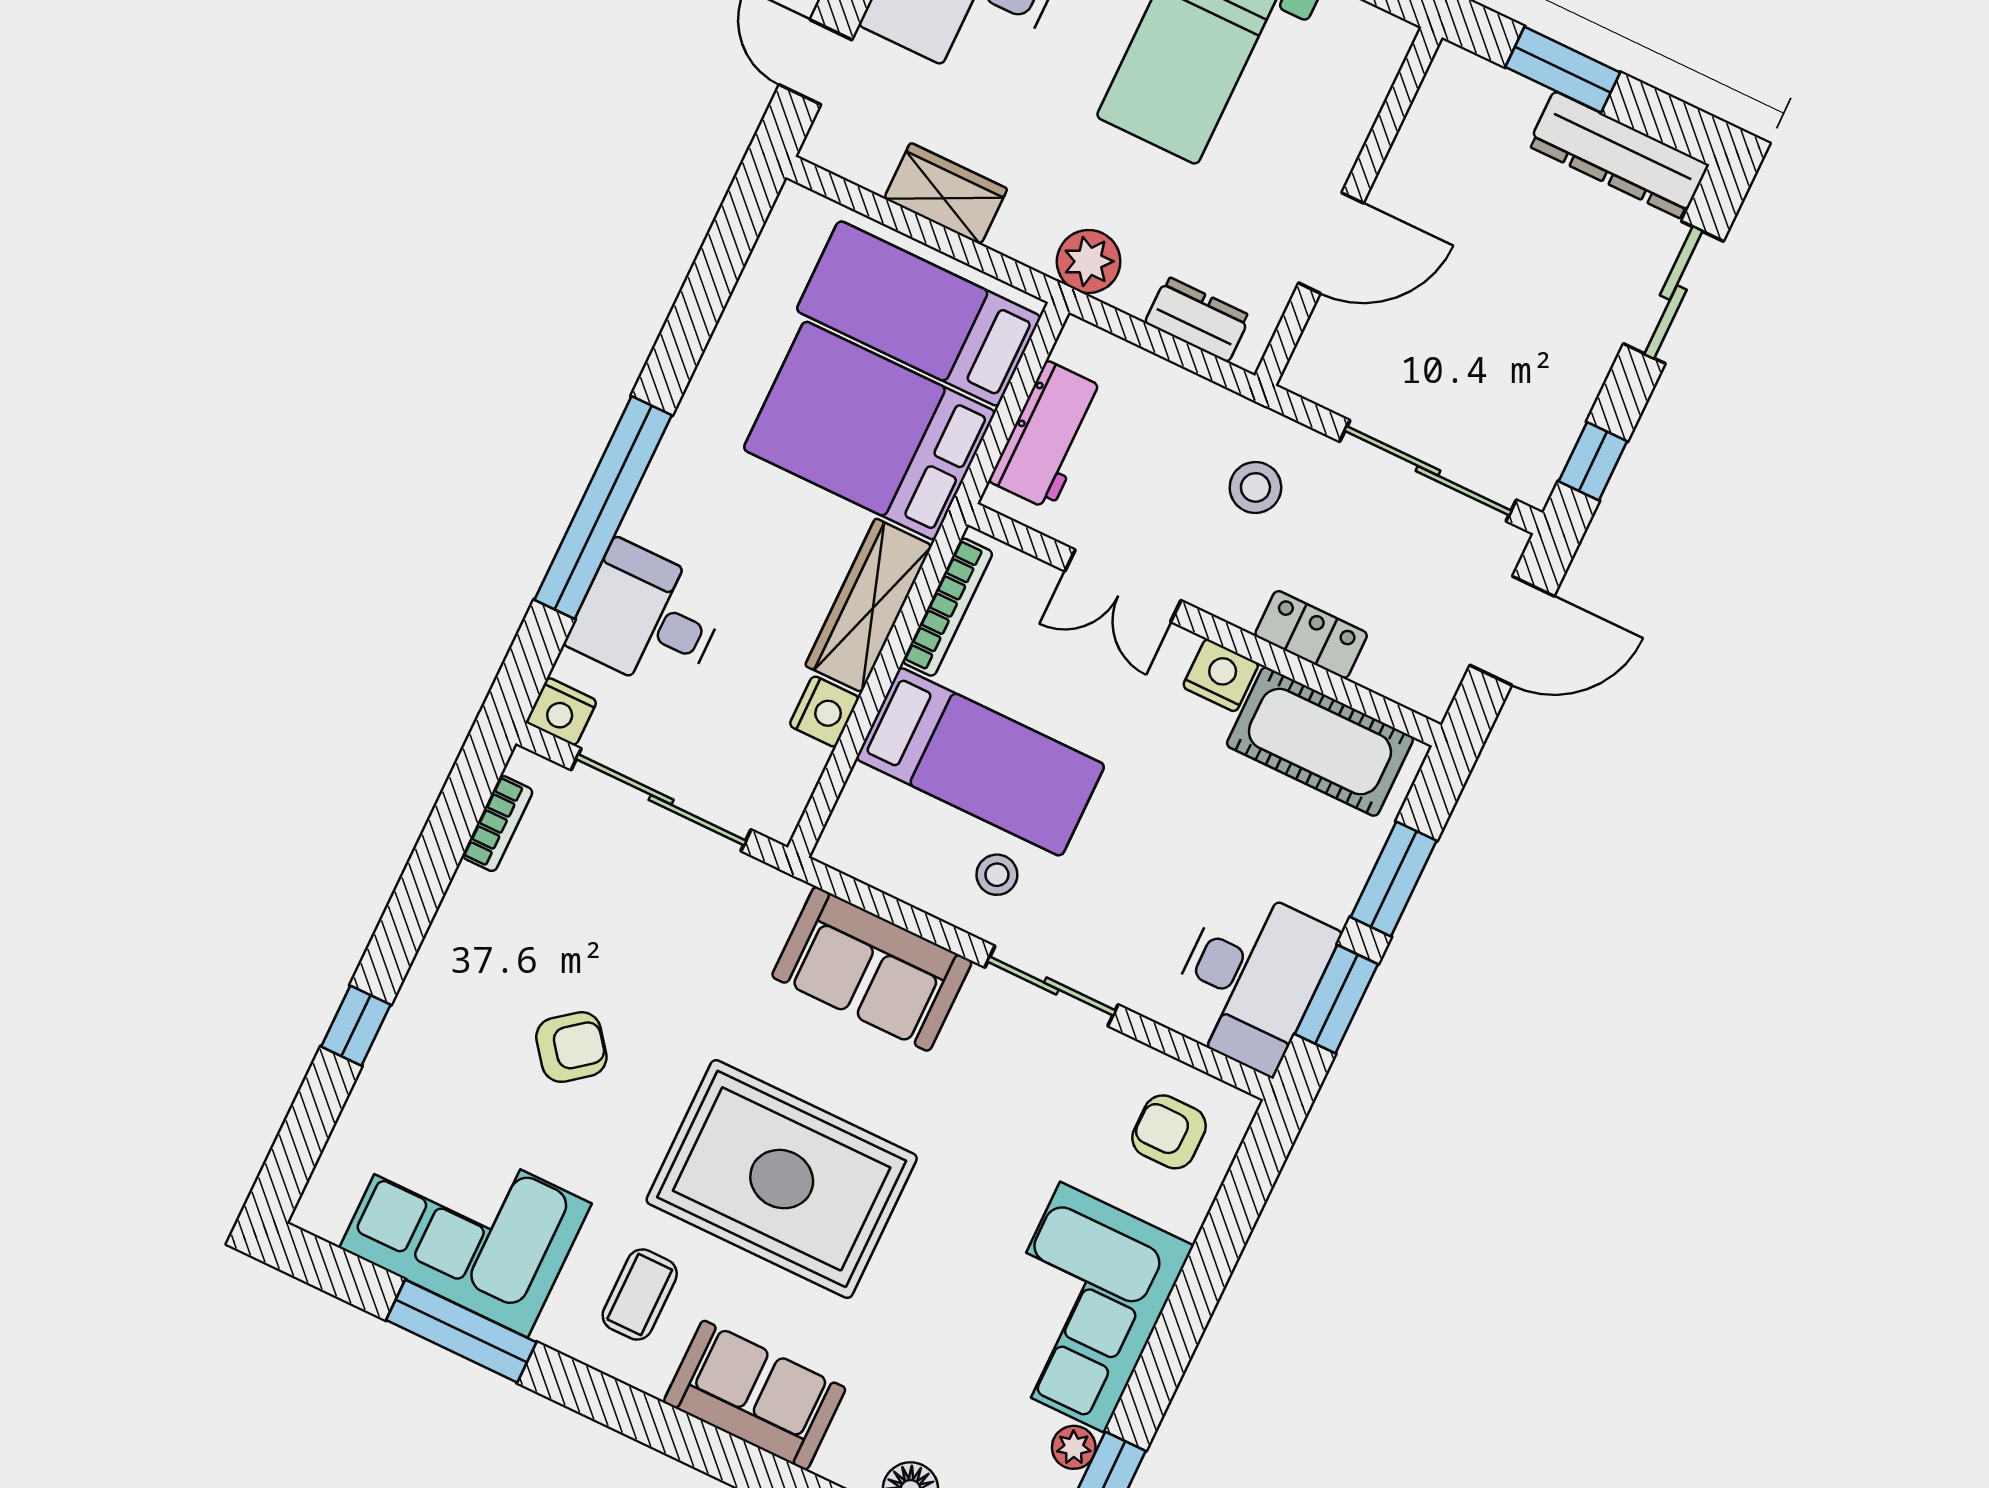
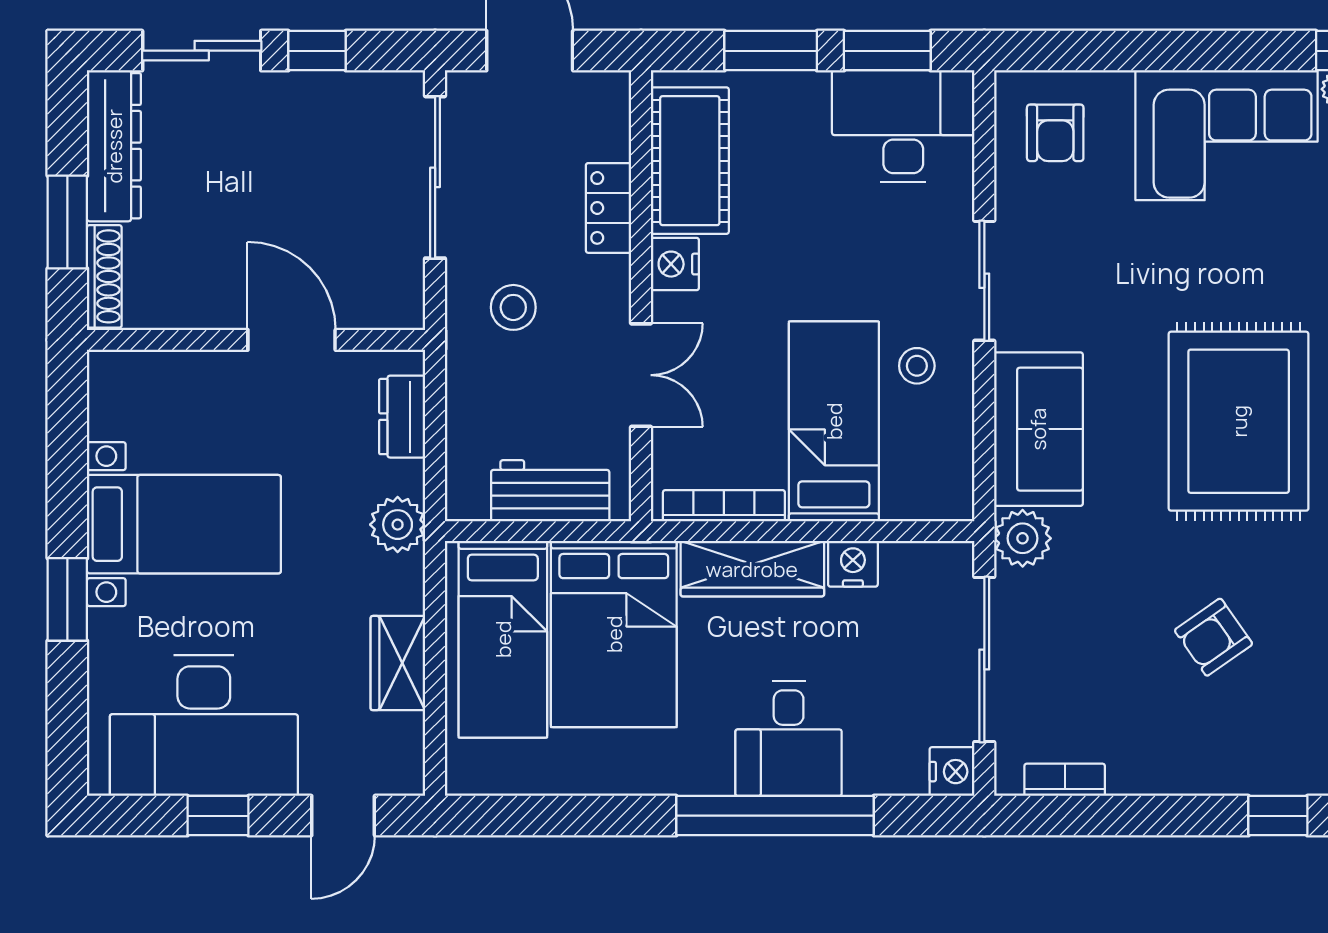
shoe rack: (1488, 81) -> (104, 276), added
window: (1593, 461) -> (317, 51), moved
desk: (648, 618) -> (789, 739), moved
plant: (767, 899) -> (1023, 538), added
armchair: (571, 1047) -> (1214, 637), turned -87

